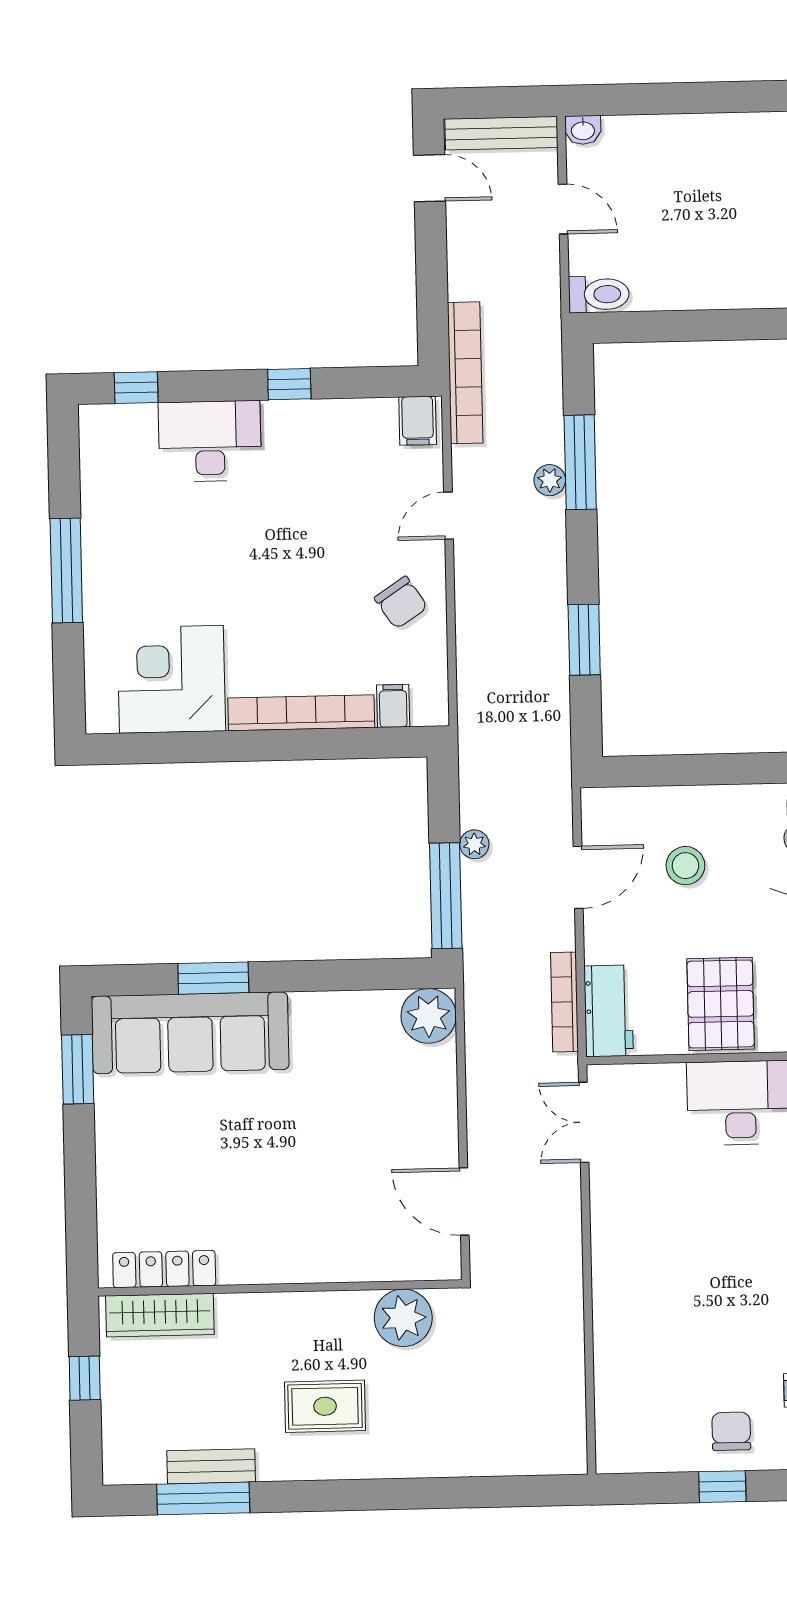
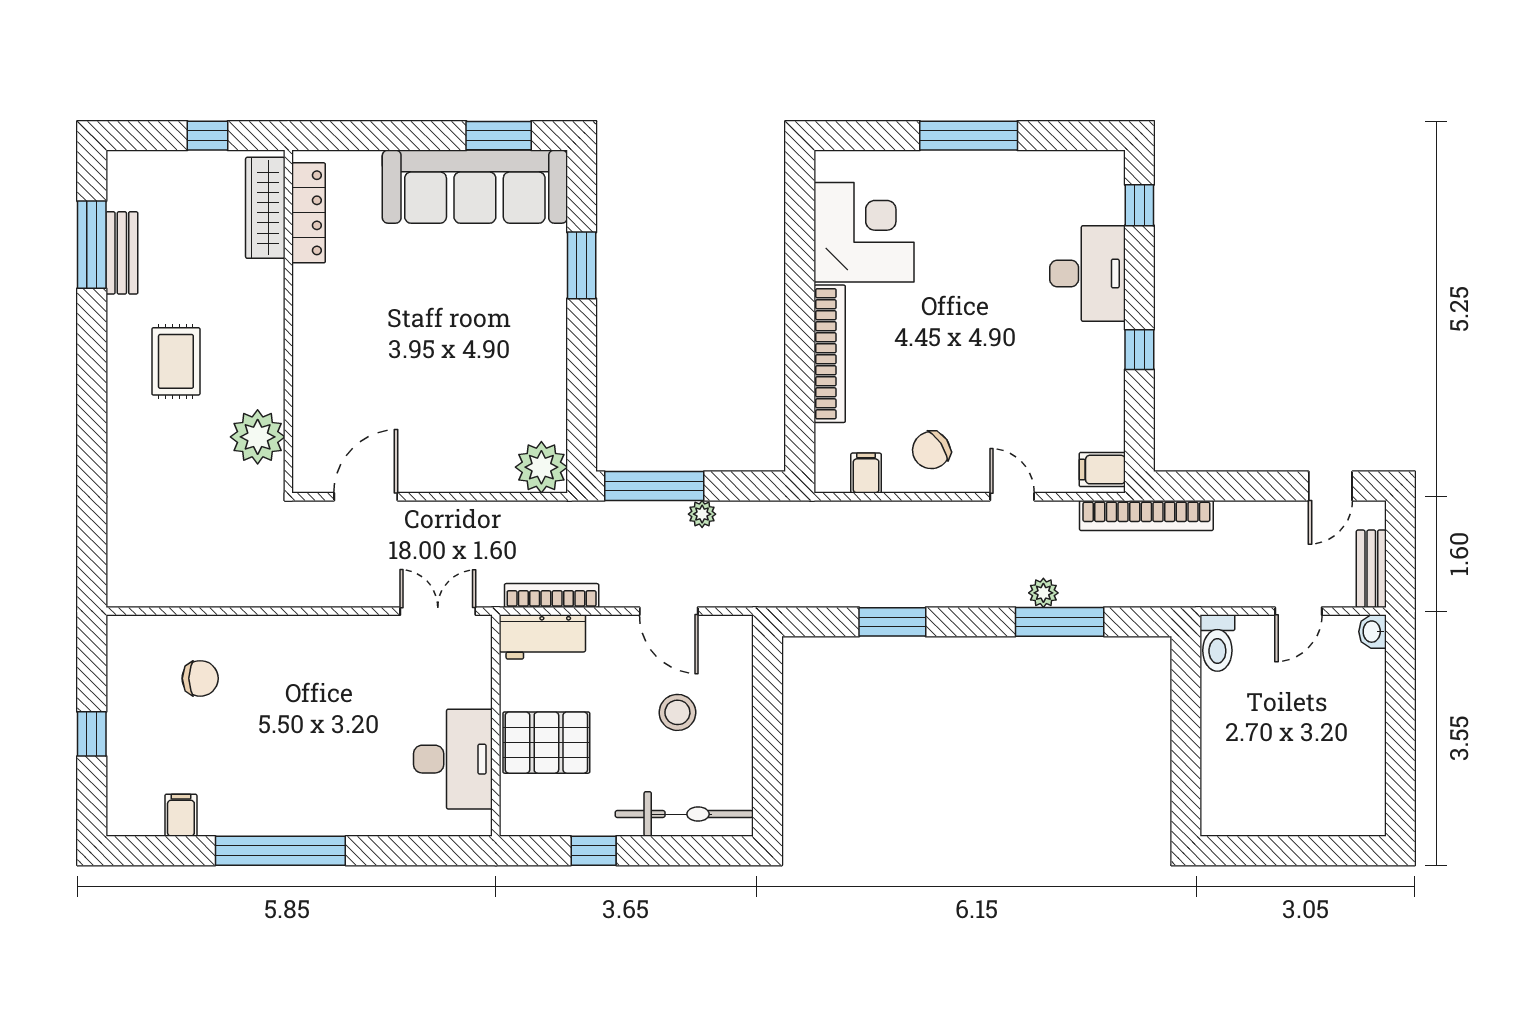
bench: (501, 133) -> (1371, 569), width x0.73
filing cabinet: (393, 706) -> (866, 473), moved, turned -90
sofa: (190, 1033) -> (475, 187), moved, turned -90
chair: (731, 1431) -> (200, 678), moved

